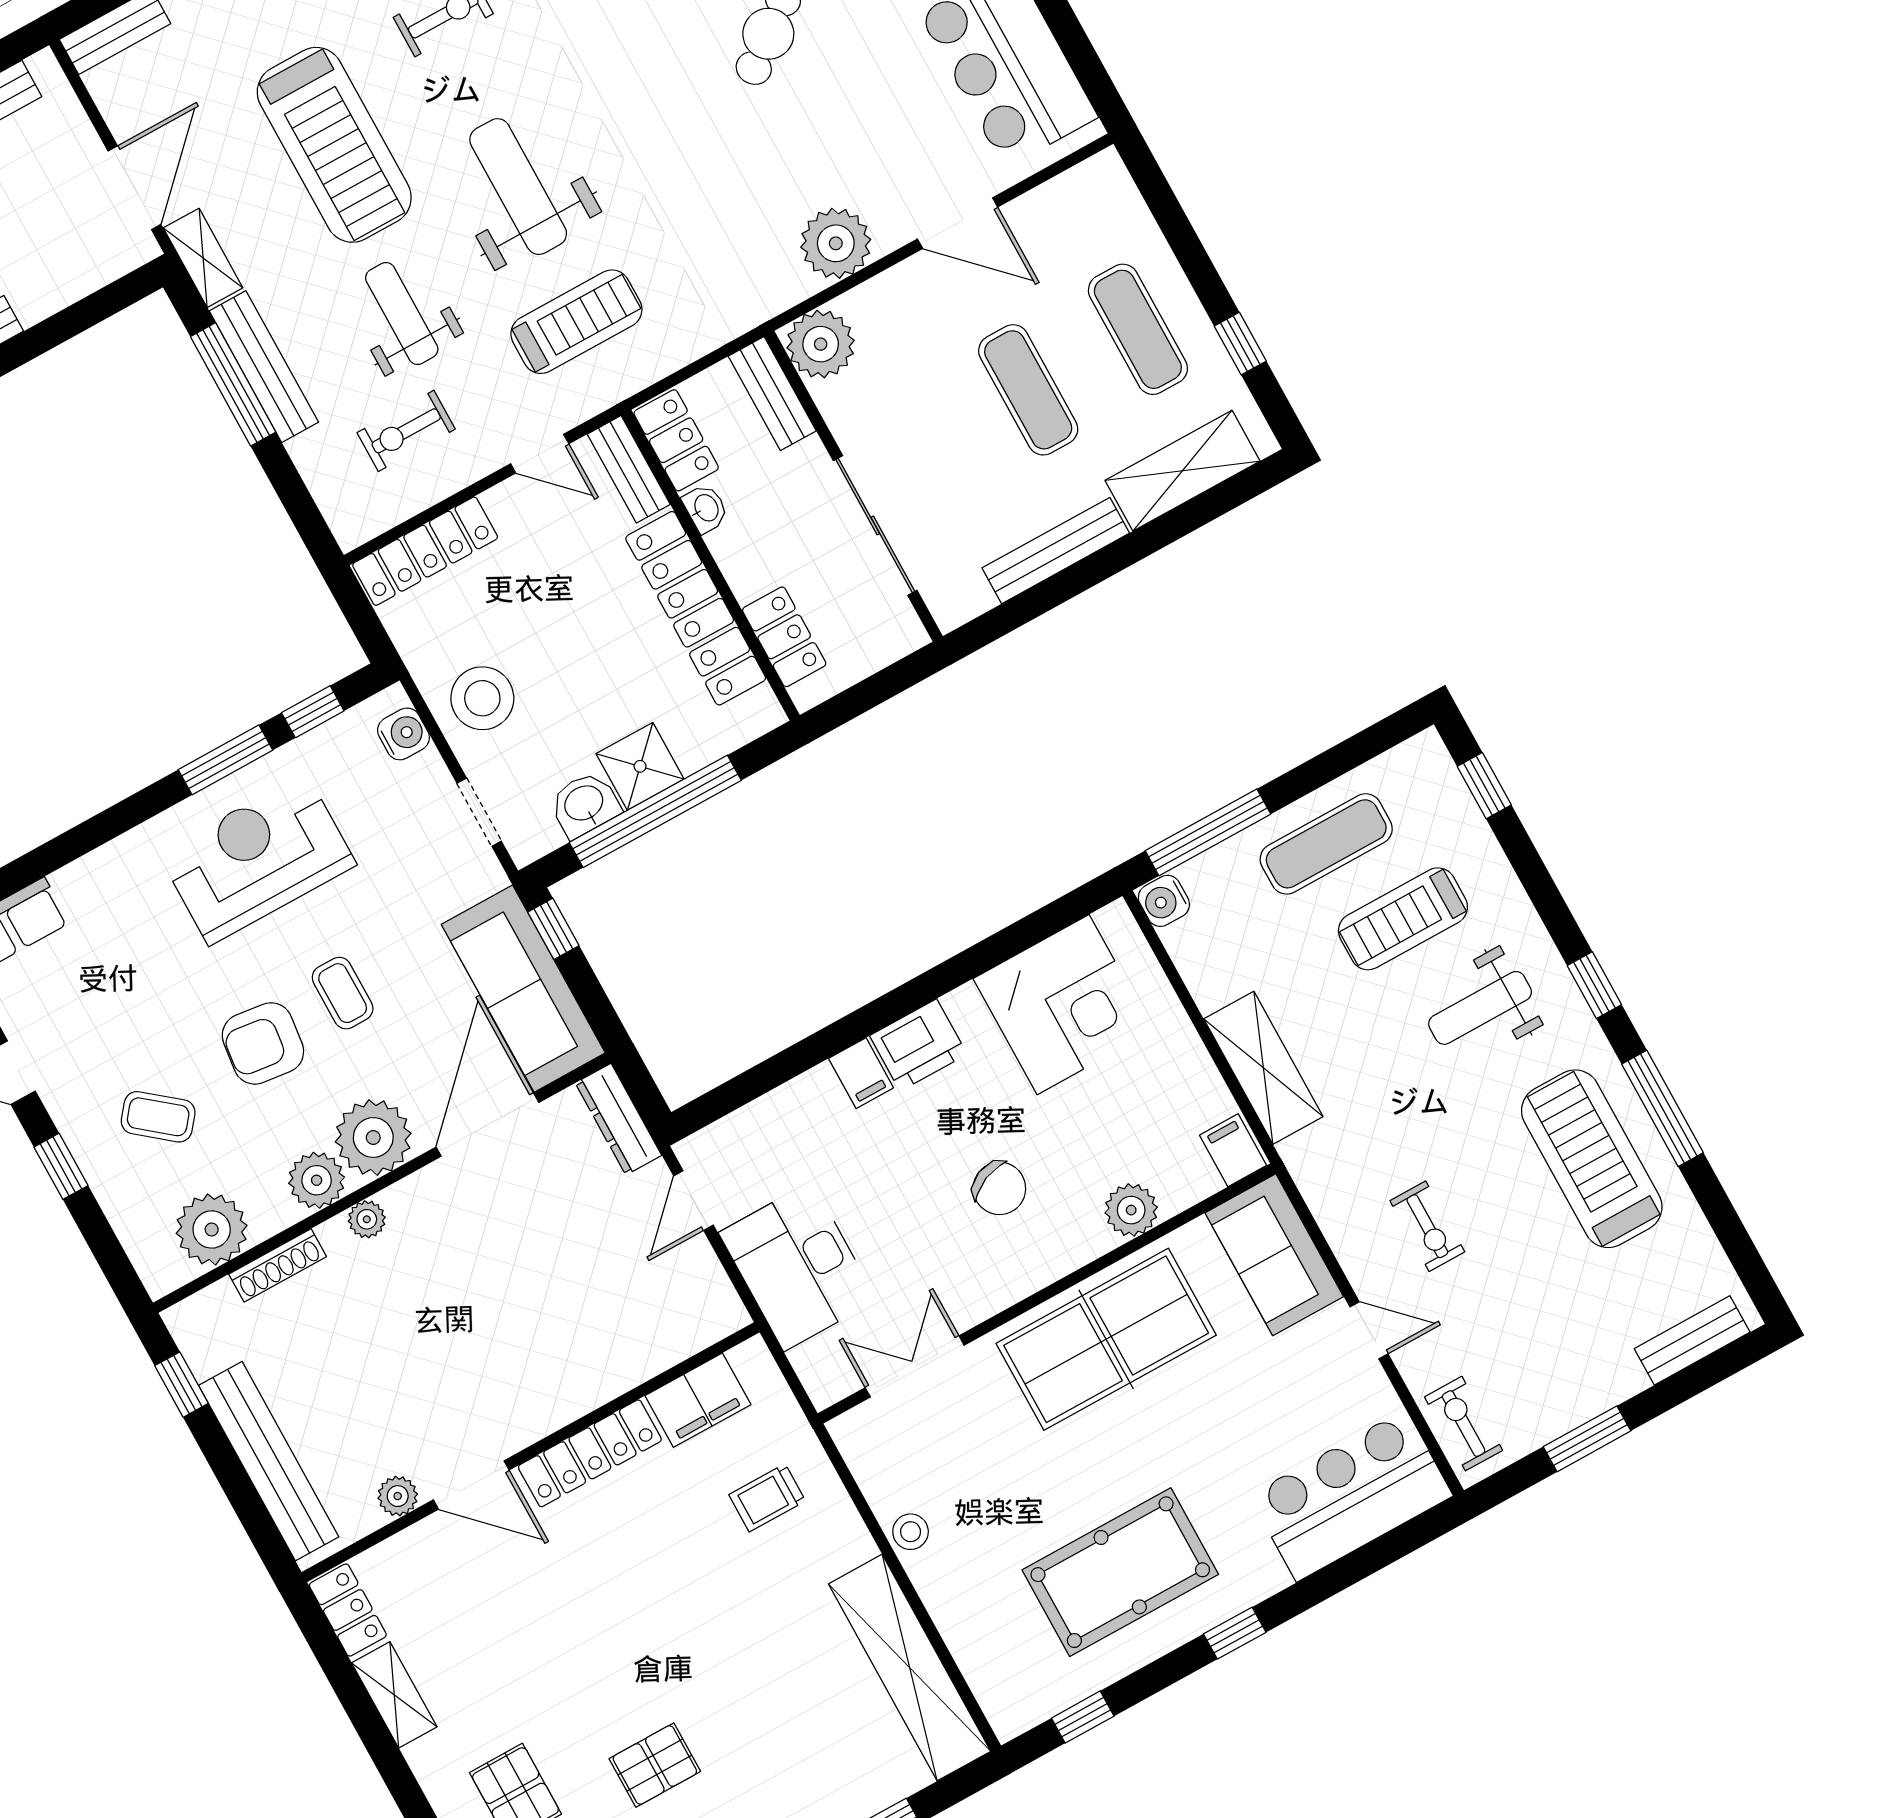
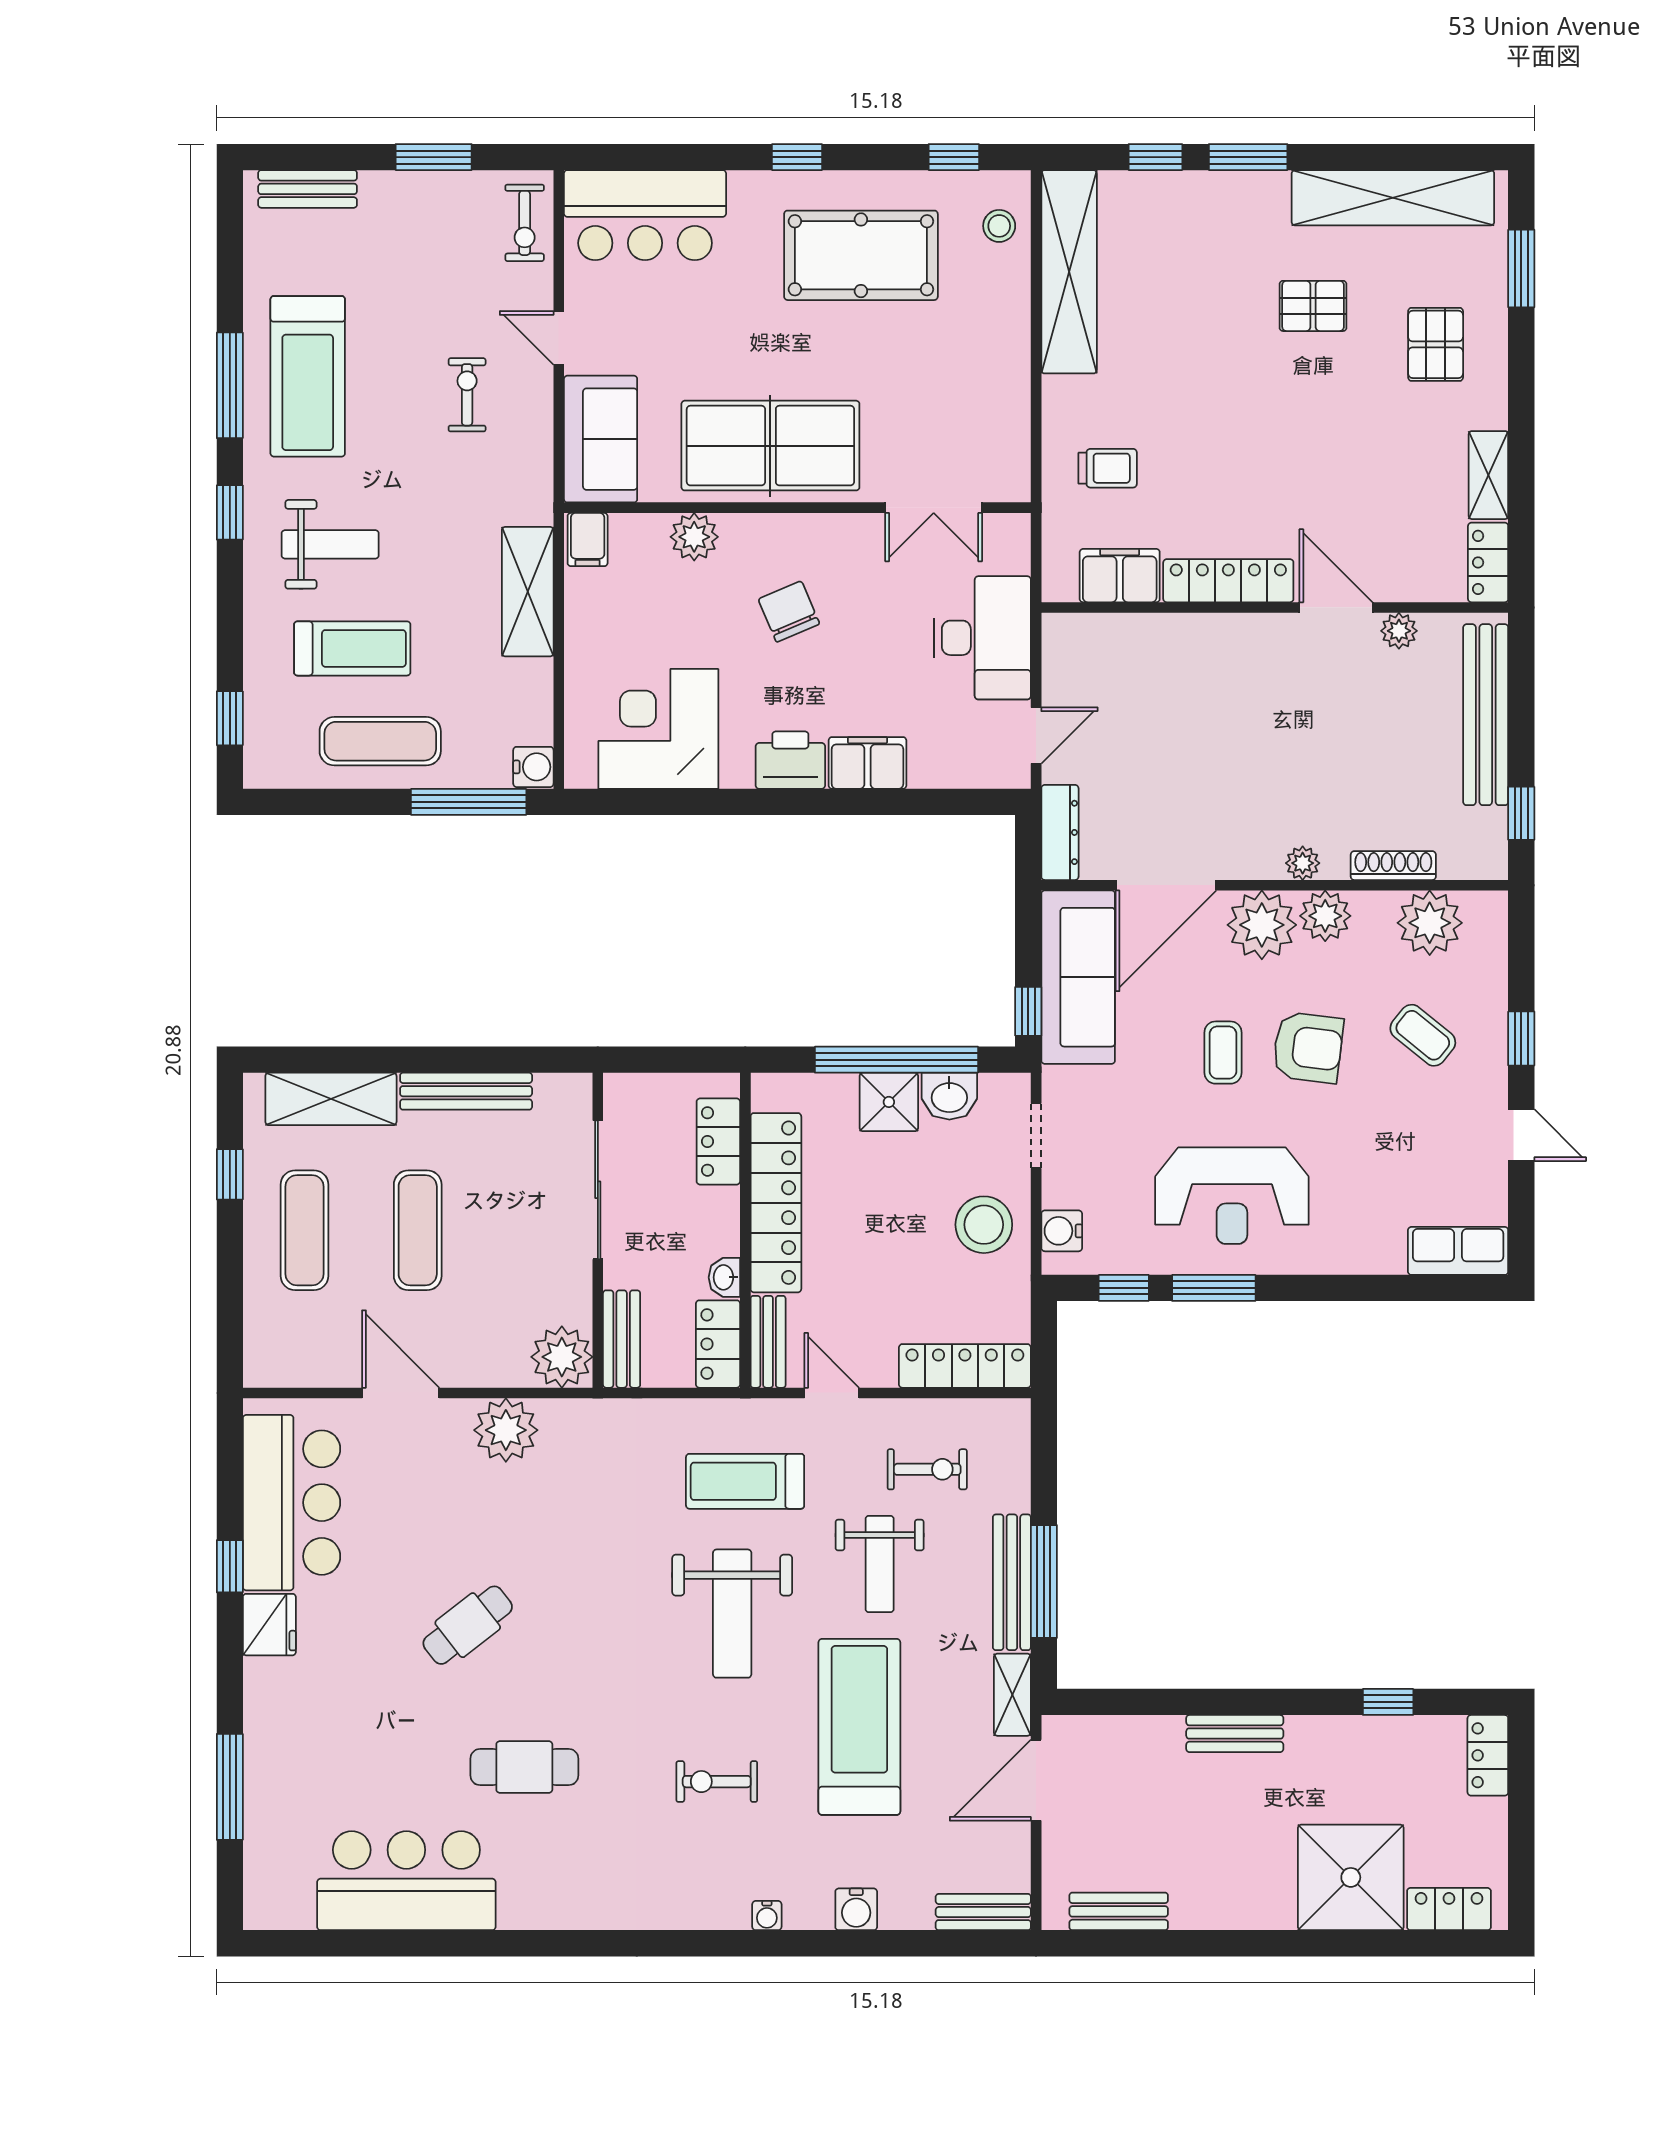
filing cabinet: (861, 1073) -> (867, 763), width x2.00
stool: (911, 1532) -> (999, 226), moved

